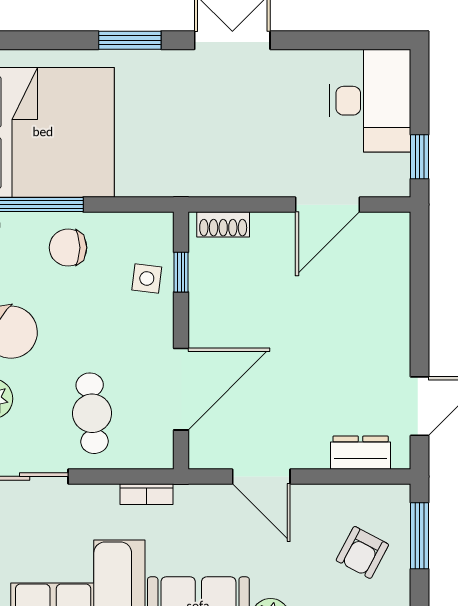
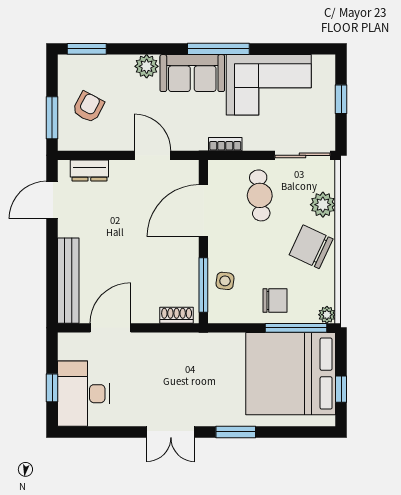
window: (419, 157) -> (52, 388), moved
window: (181, 272) -> (203, 285), width x2.17
bench: (394, 279) -> (68, 281), added

